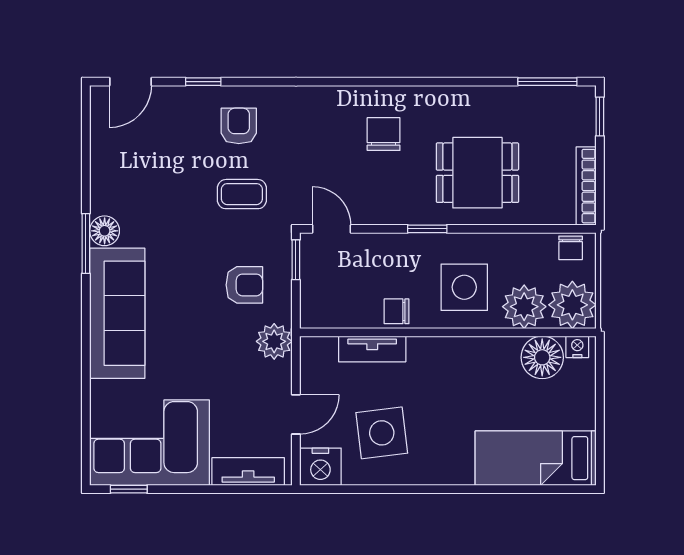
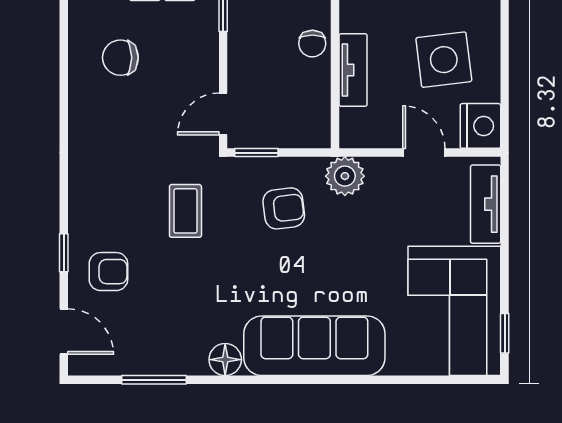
armchair: (239, 126) -> (108, 272), moved, turned 180
window: (86, 244) -> (154, 380), moved
armchair: (244, 285) -> (284, 208), turned 83

